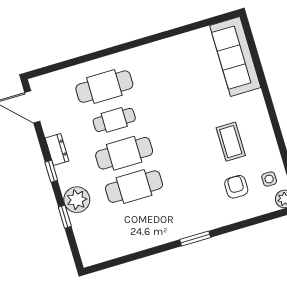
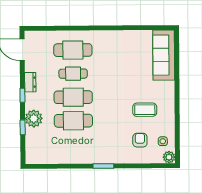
coffee table: (231, 142) -> (145, 110), turned 90

